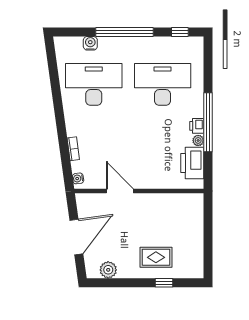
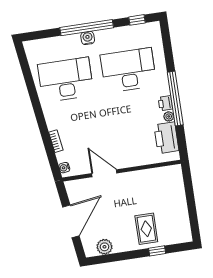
water cooler: (90, 43) -> (88, 38), moved
rug: (156, 257) -> (146, 229), turned 90

